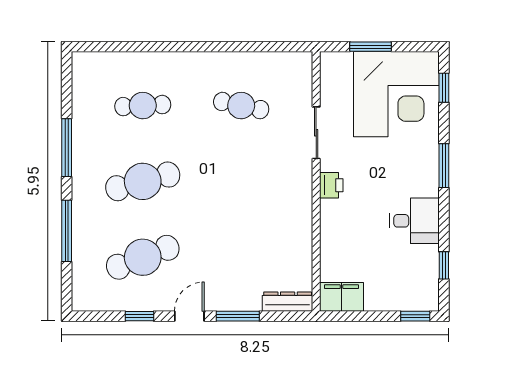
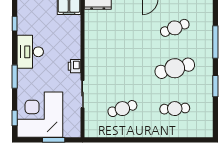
cafe table: (241, 106) -> (122, 109), turned -30
window: (67, 148) -> (215, 86), width x0.69
desk: (415, 221) -> (30, 52), width x1.37
cafe table: (143, 257) -> (175, 28), width x0.73, depth x0.74

